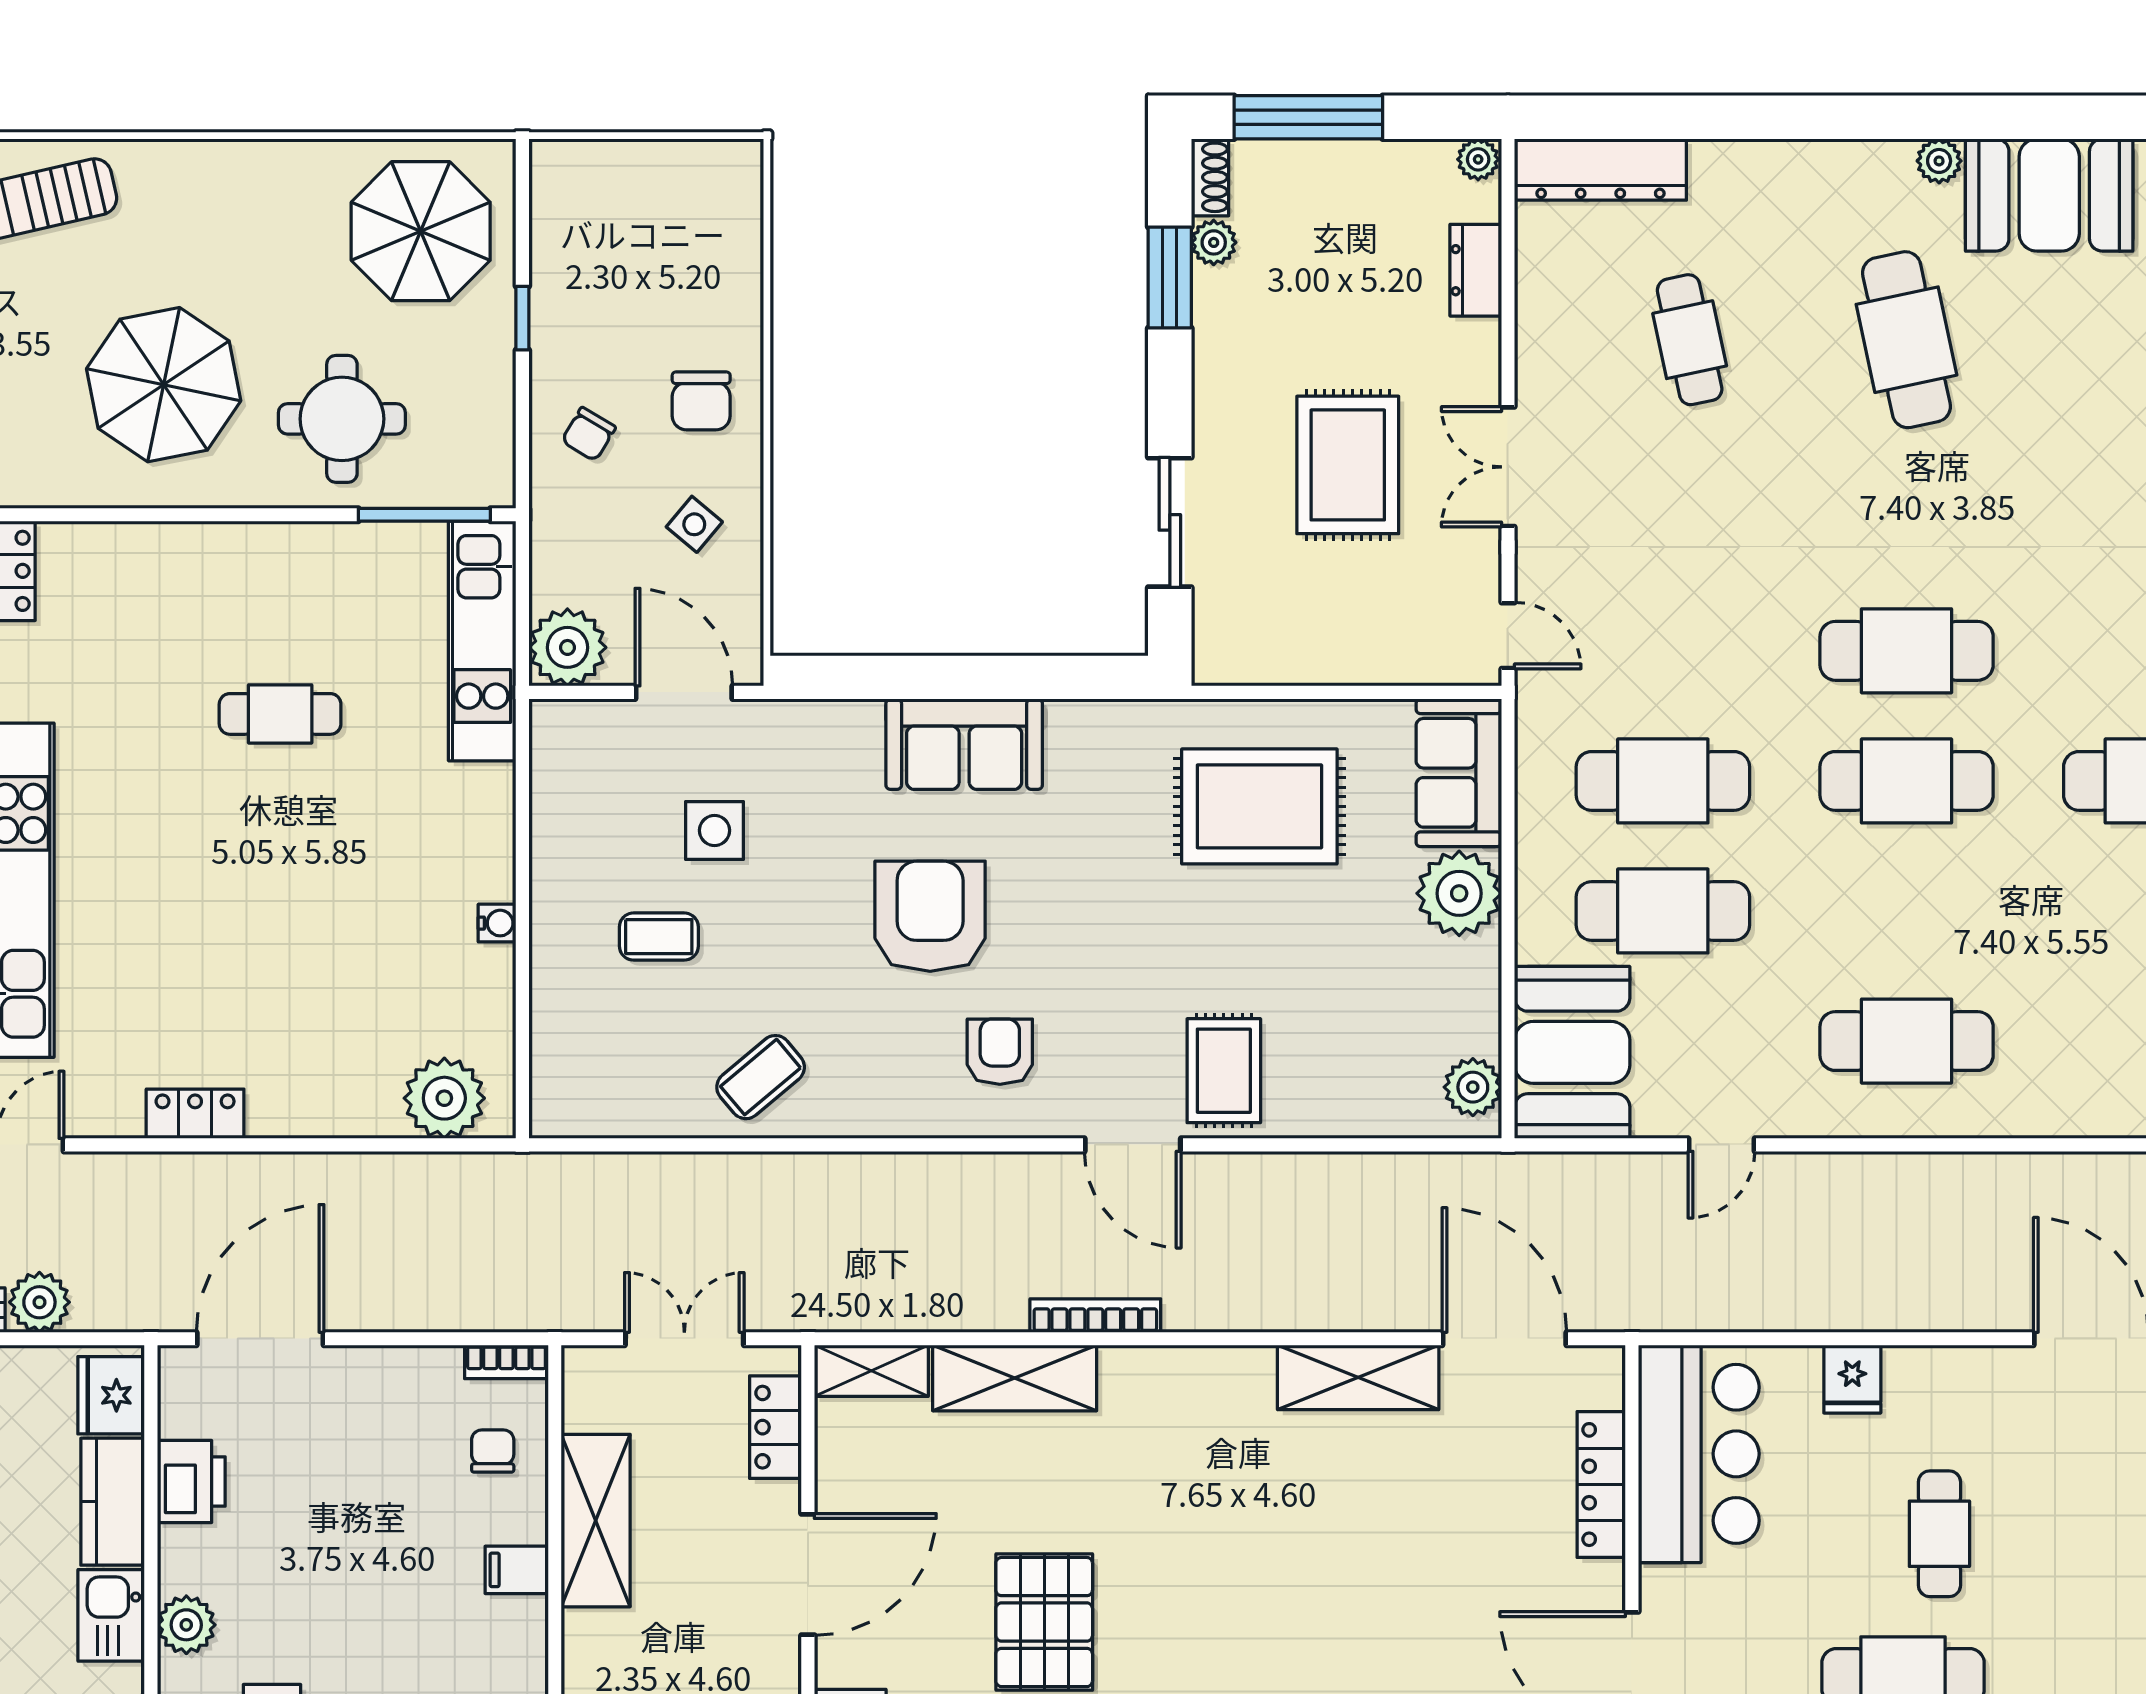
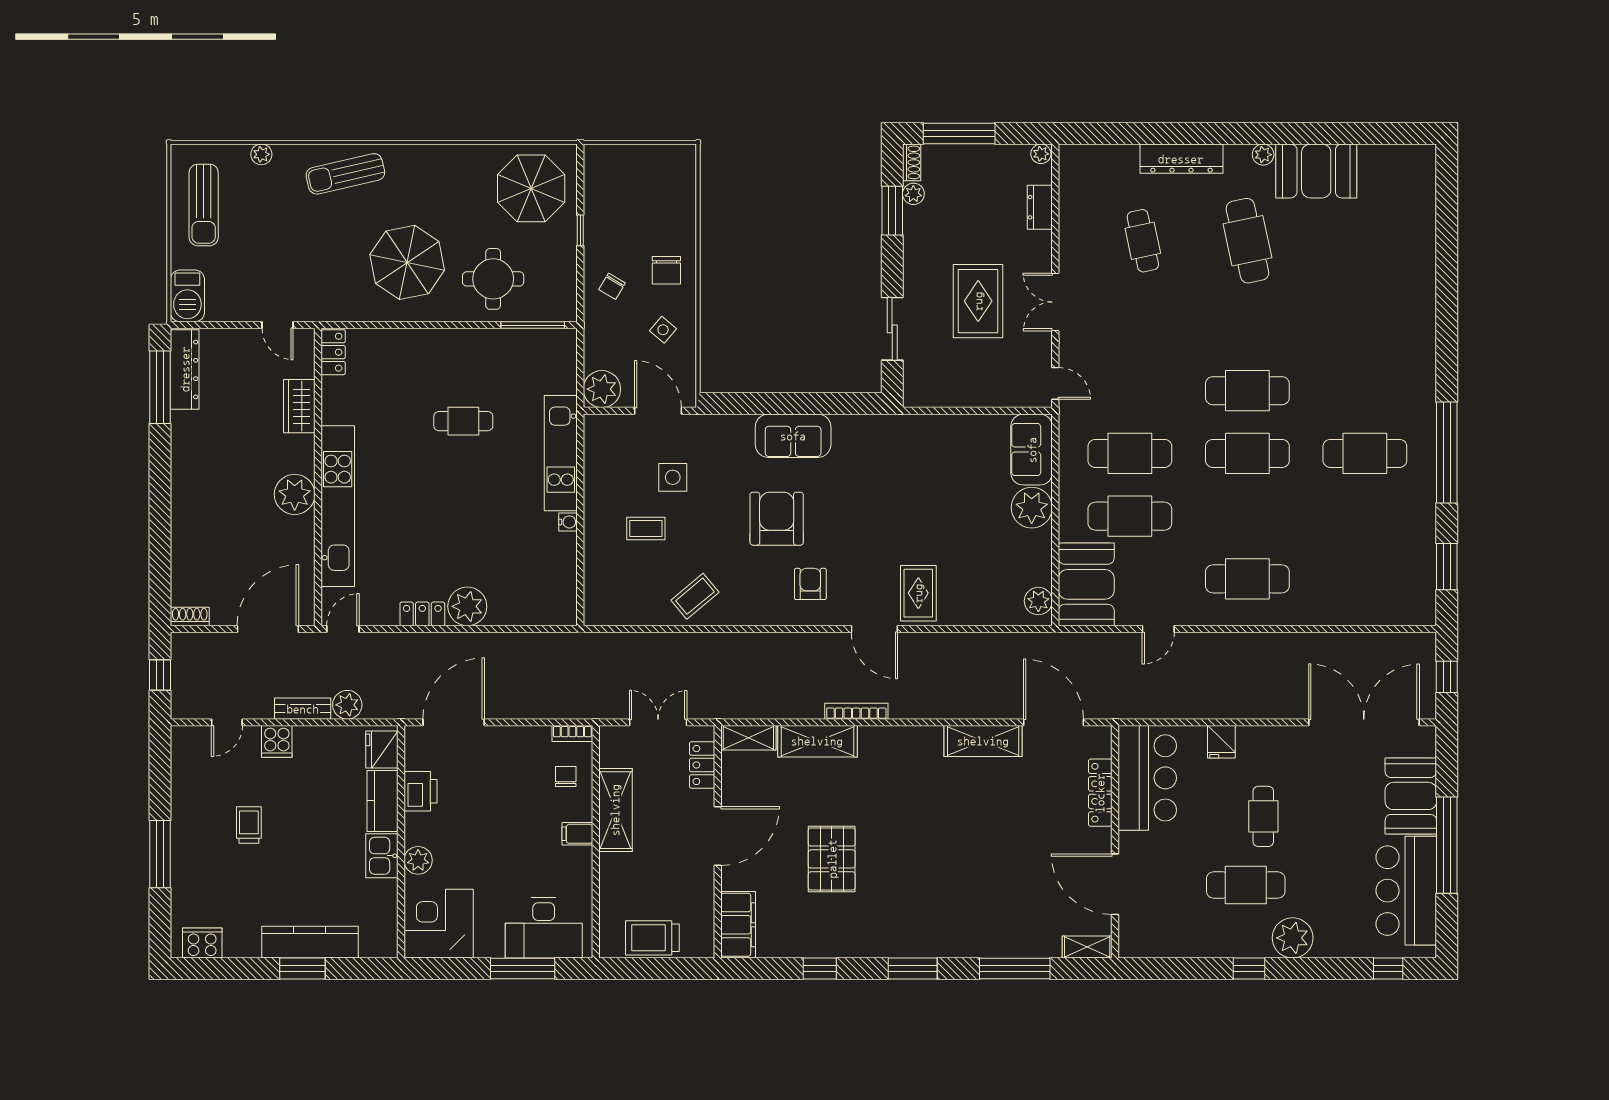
dresser: (1600, 169) -> (1181, 159), moved
kitchen unit: (482, 641) -> (561, 453), moved
rug: (1259, 806) -> (935, 466), removed
plant: (444, 1098) -> (467, 606), moved

